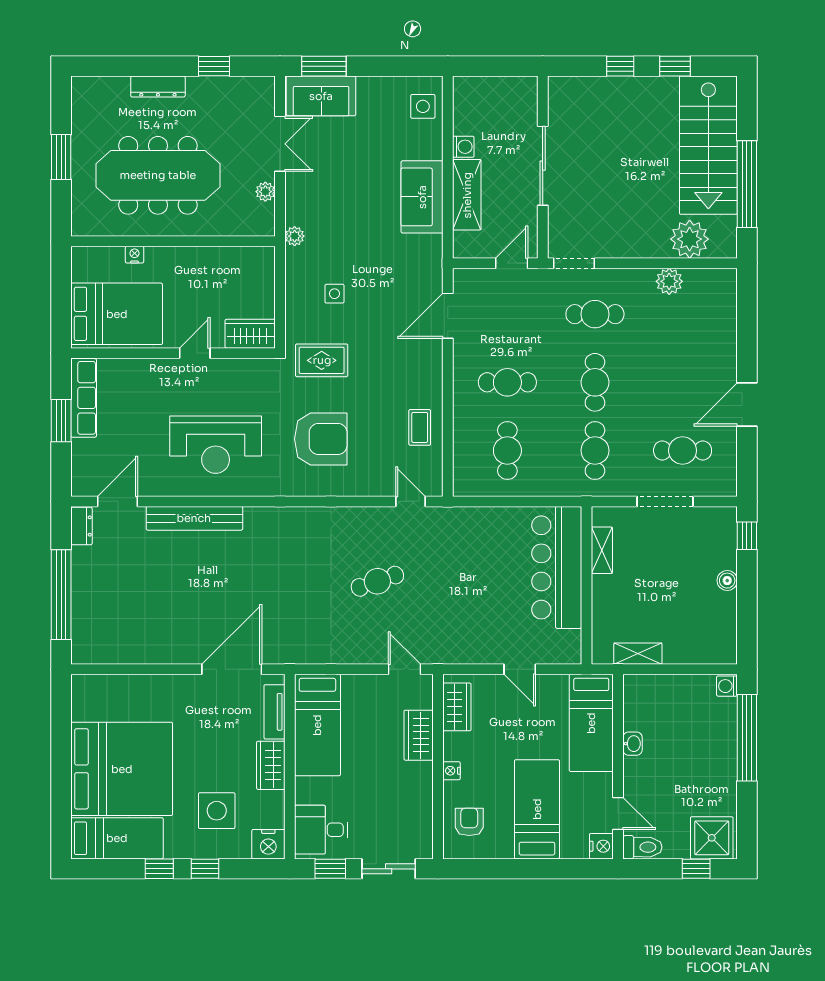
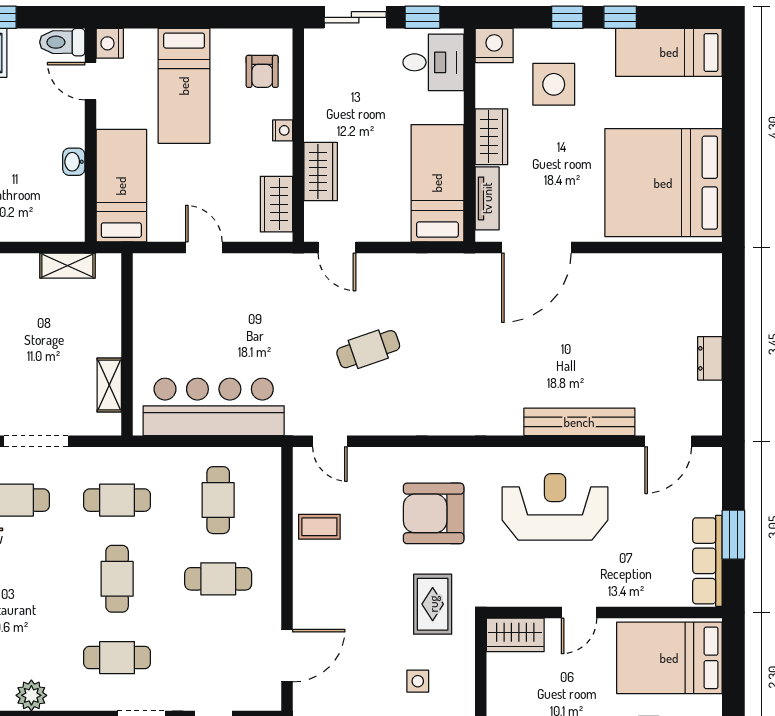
rug: (322, 360) -> (433, 604), turned 90
coffee table: (420, 427) -> (319, 527), turned 90
cafe table: (595, 451) -> (117, 500), turned 90
dresser: (81, 526) -> (710, 358), moved
bar counter: (557, 567) -> (214, 407), moved, turned -90
window: (61, 595) -> (733, 334), removed
bed: (122, 769) -> (663, 183), moved

